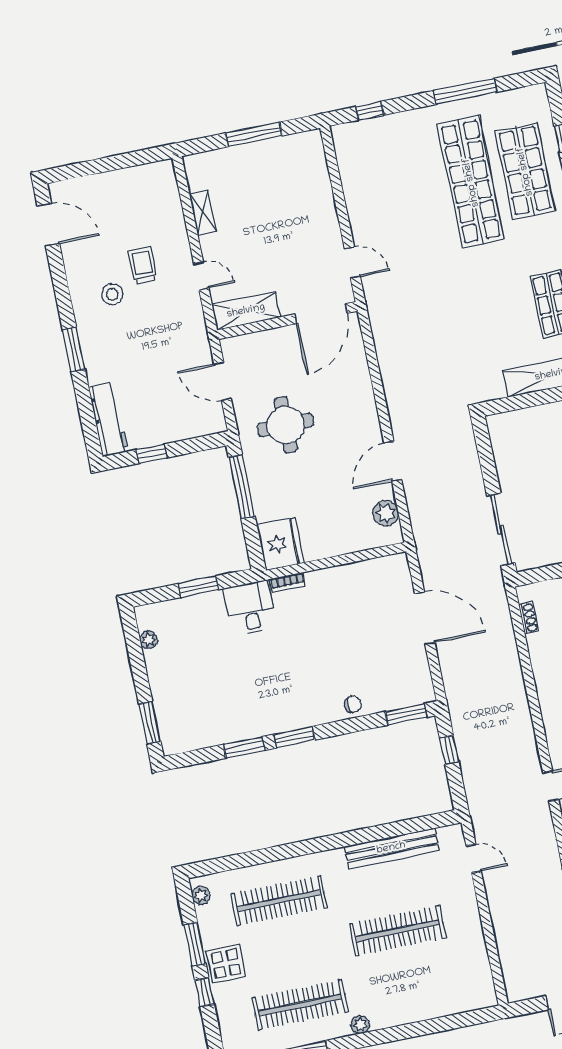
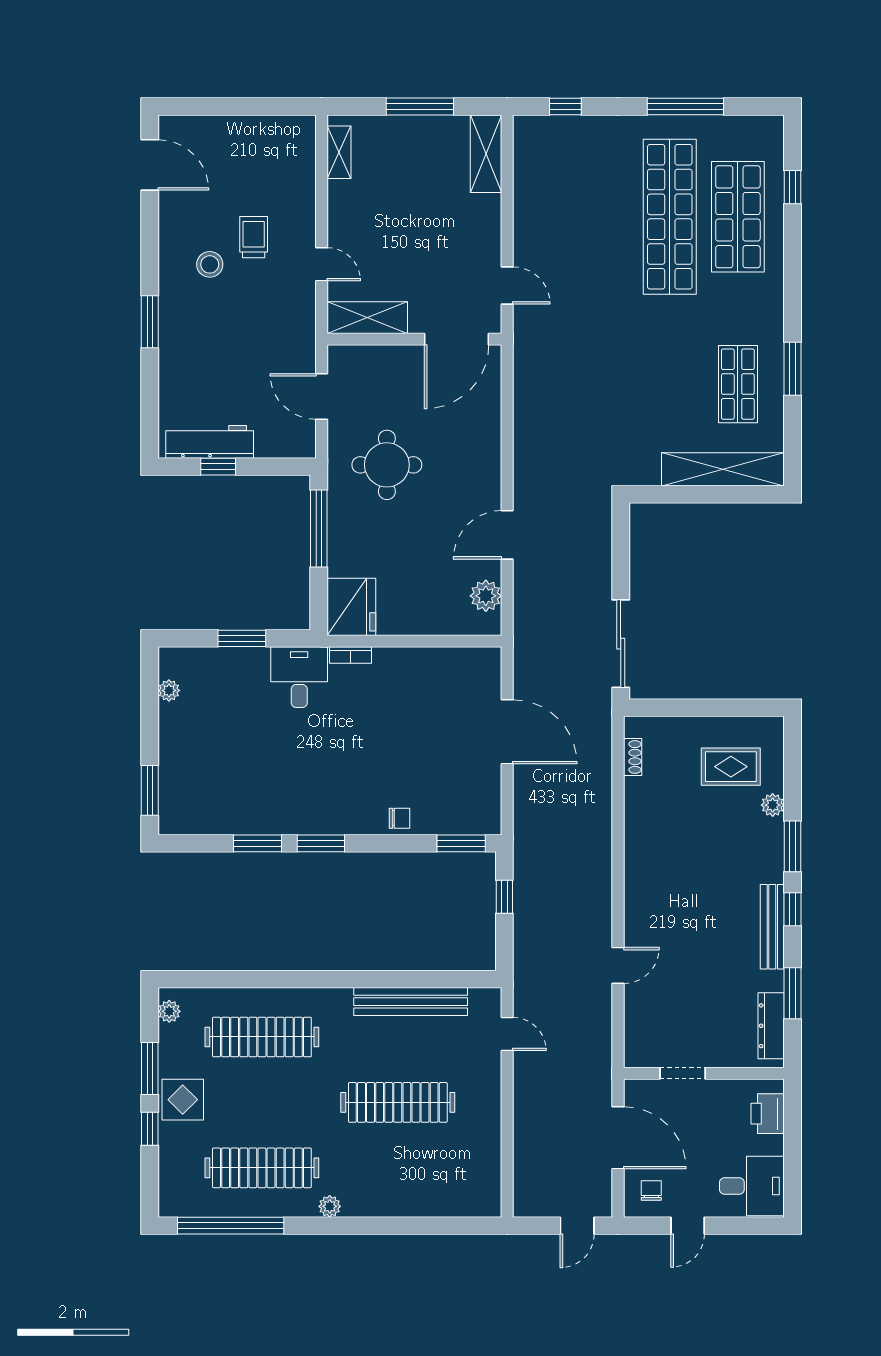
shelving: (314, 161) -> (486, 154), added
shelving: (203, 212) -> (339, 152), moved
workbench: (108, 419) -> (210, 442), moved, turned -90

